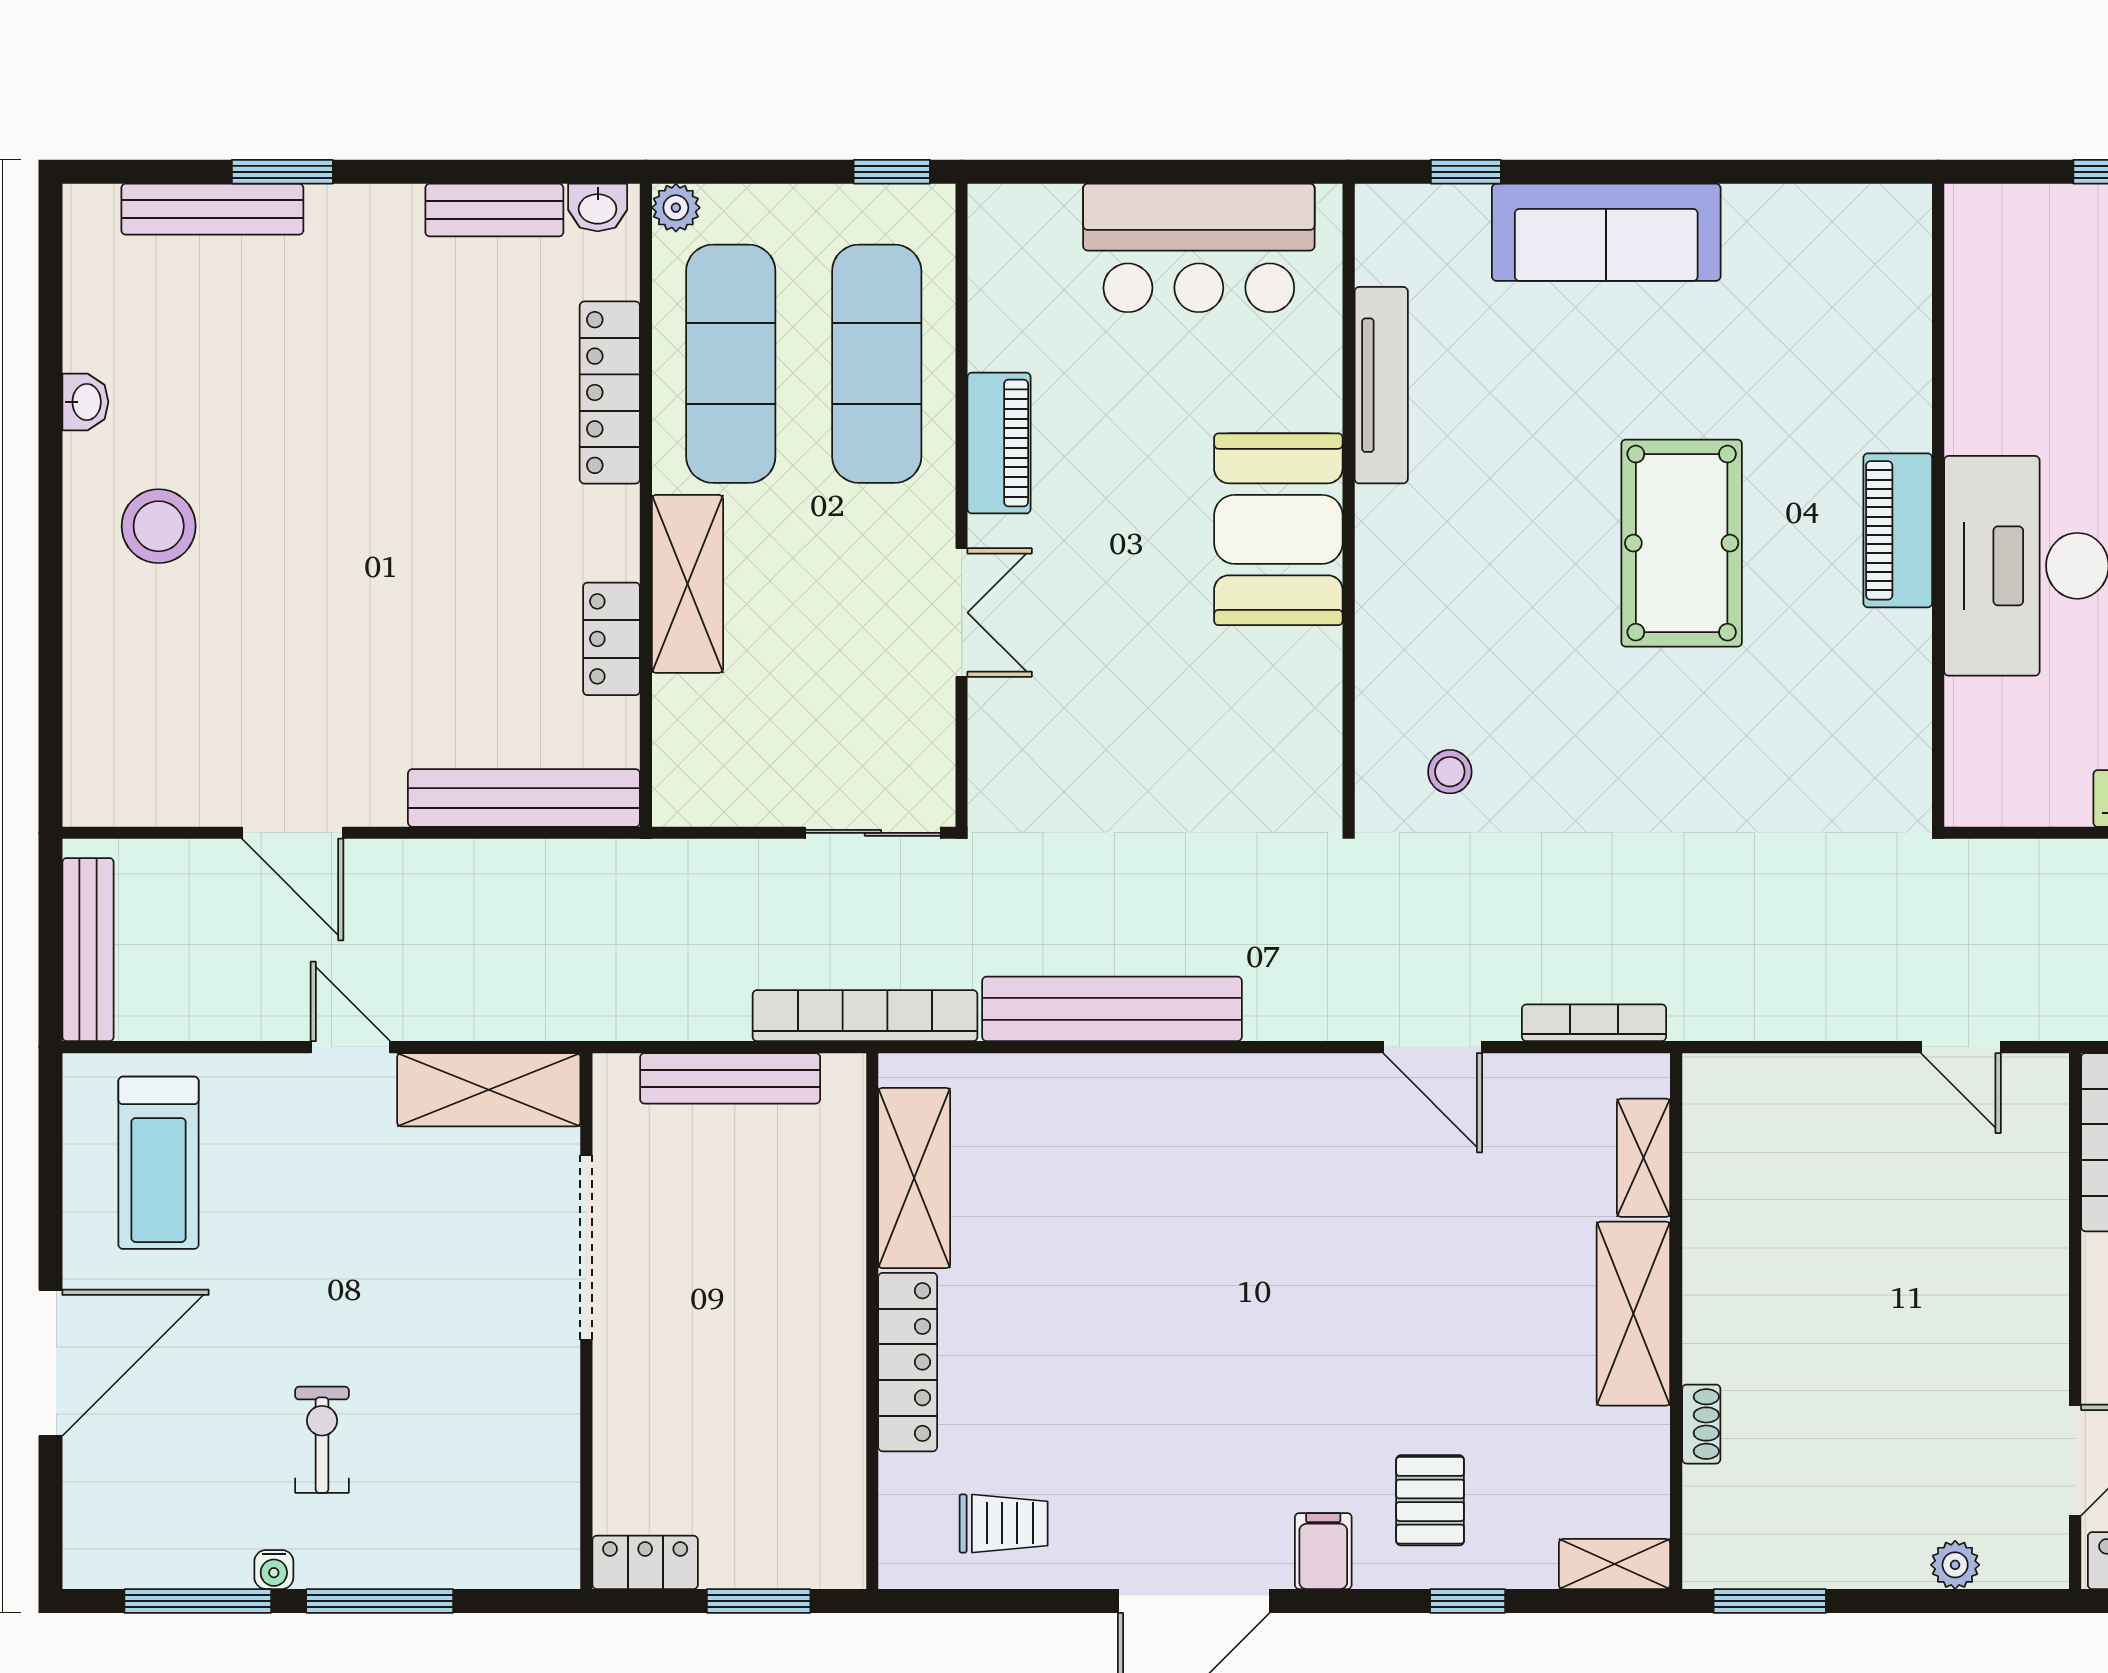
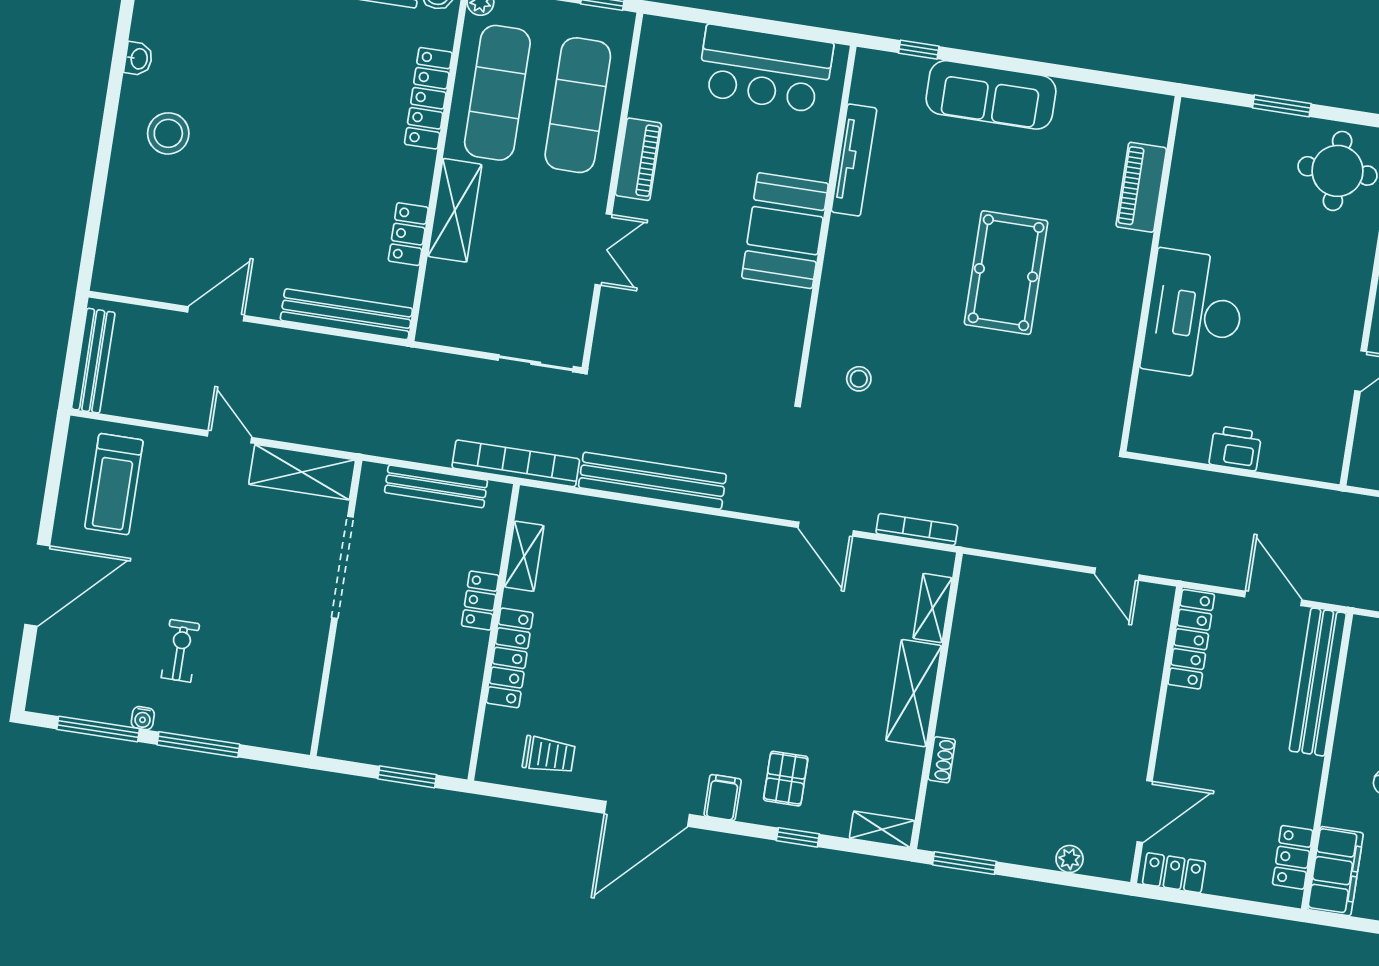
piano: (1898, 530) -> (1141, 187), moved
door: (293, 833) -> (216, 314), swing flipped
shelving: (914, 1178) -> (524, 556), width x0.67, depth x0.75
locker: (645, 1562) -> (480, 601), moved, turned -90

